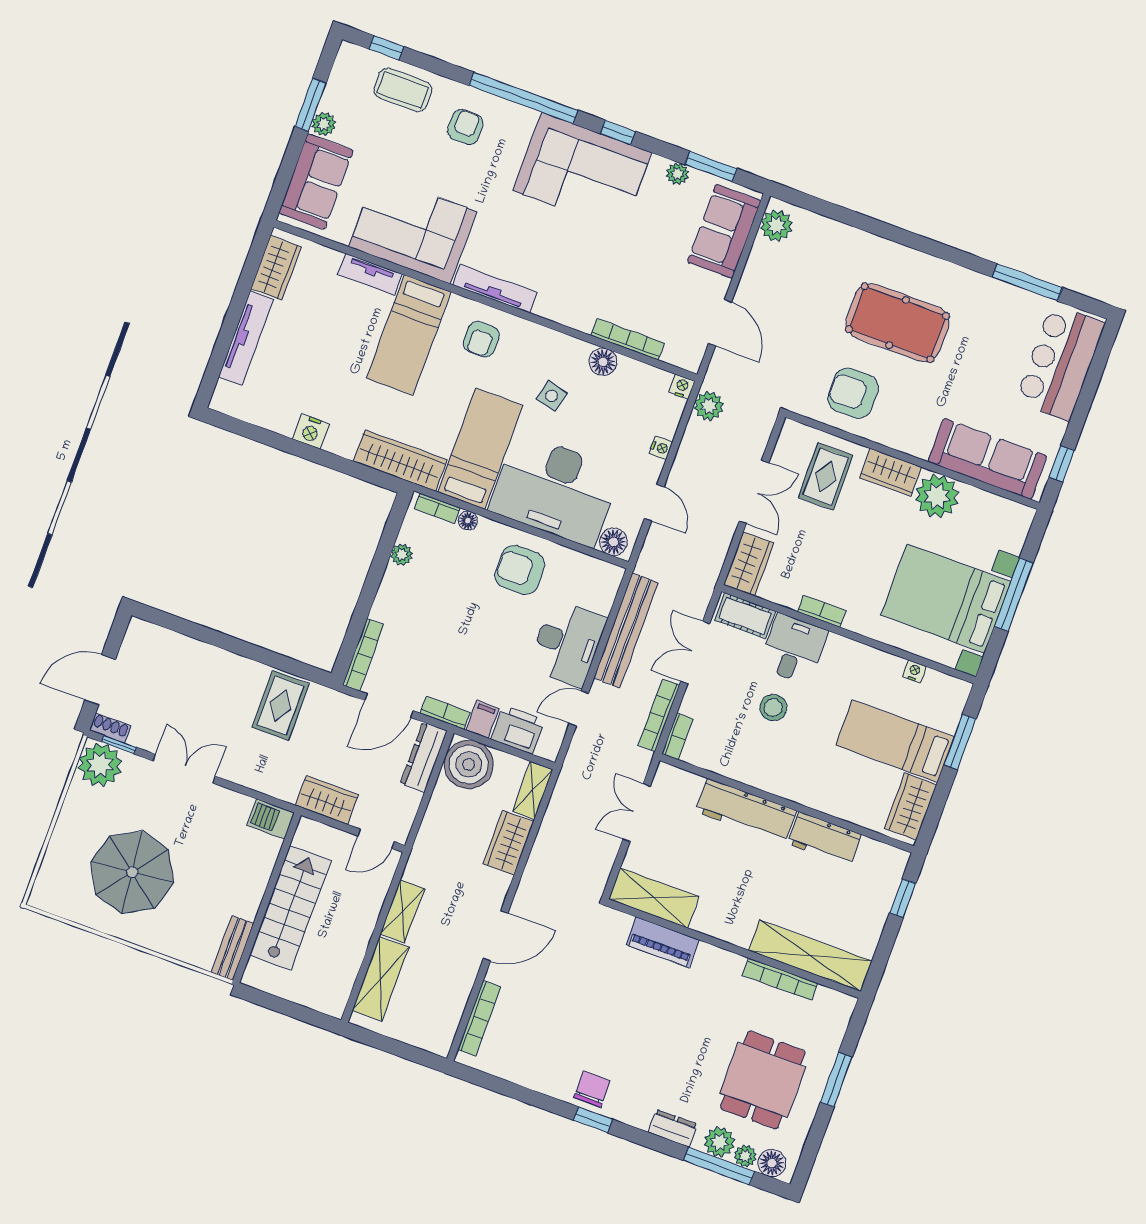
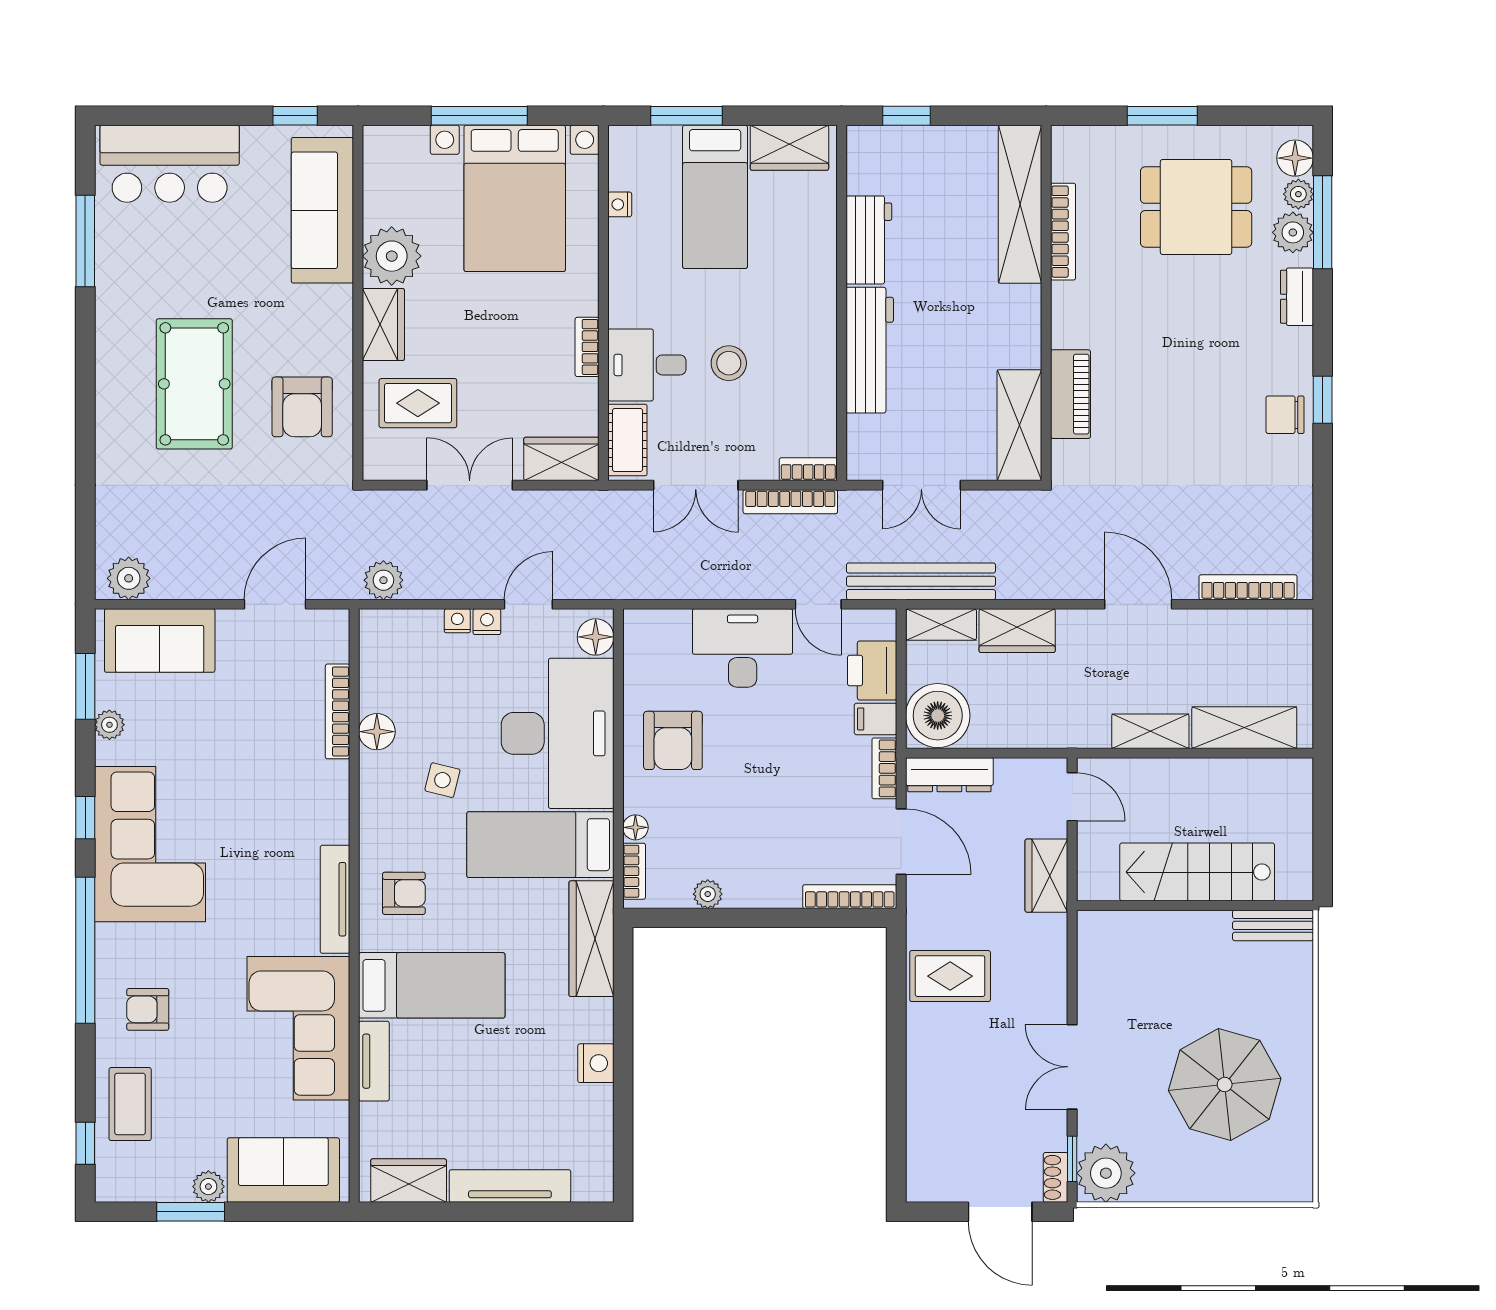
nightstand: (682, 387) -> (487, 622), moved, turned 90
bench: (626, 630) -> (921, 581), moved
barbecue: (271, 819) -> (1096, 937), removed

